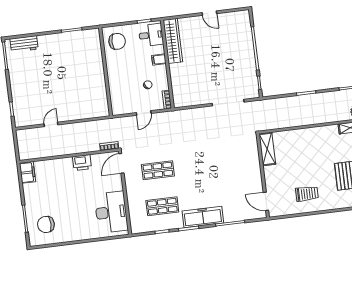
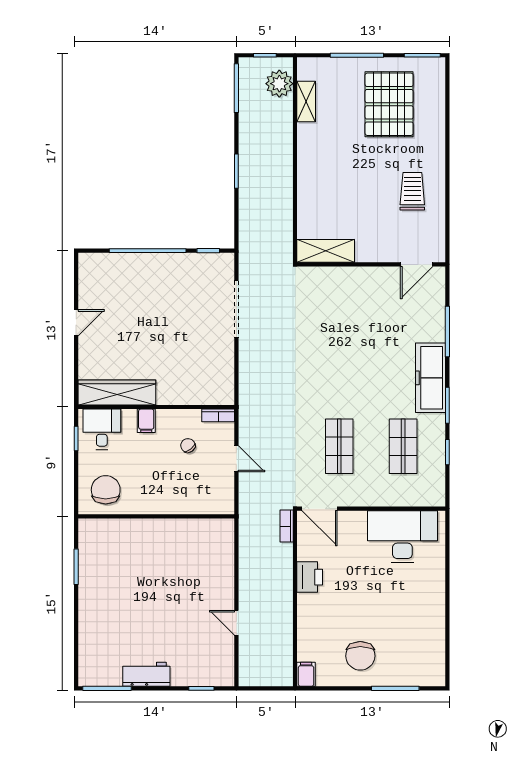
workbench: (24, 44) -> (146, 674), moved, turned -90
filing cabinet: (27, 172) -> (306, 674), width x0.50
chair: (46, 224) -> (360, 656), moved

